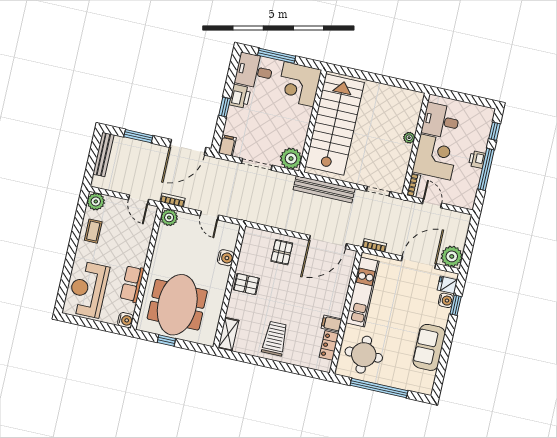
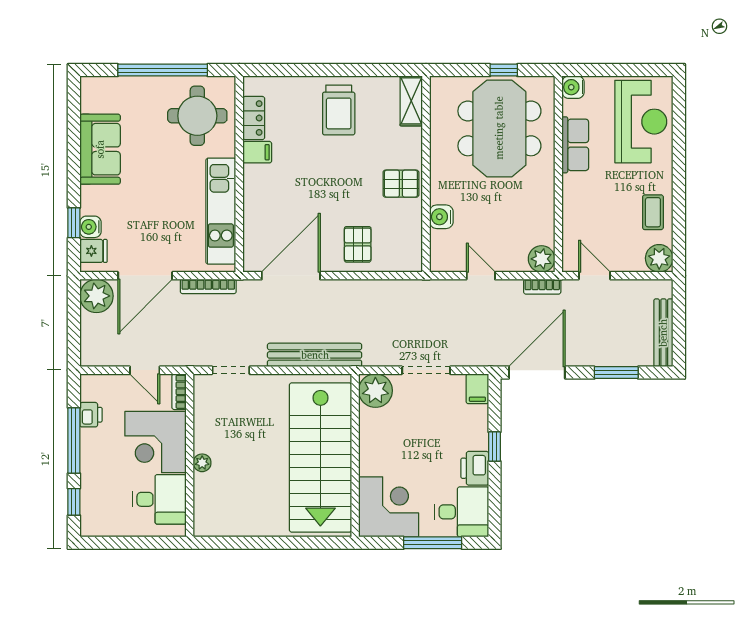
printer: (477, 160) -> (91, 415), moved
bookcase: (374, 245) -> (208, 286), width x1.56

